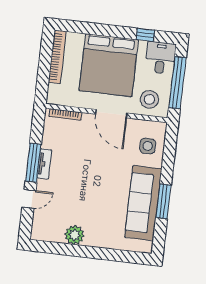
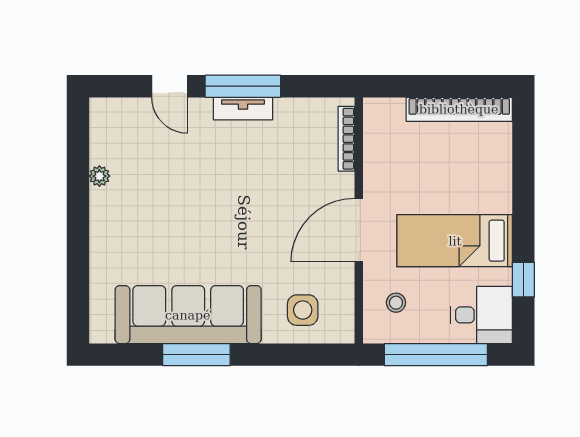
bed: (109, 65) -> (455, 241), width x0.49
stool: (149, 99) -> (396, 303), width x0.53, depth x0.53
plant: (74, 235) -> (99, 176), width x0.53, depth x0.53

